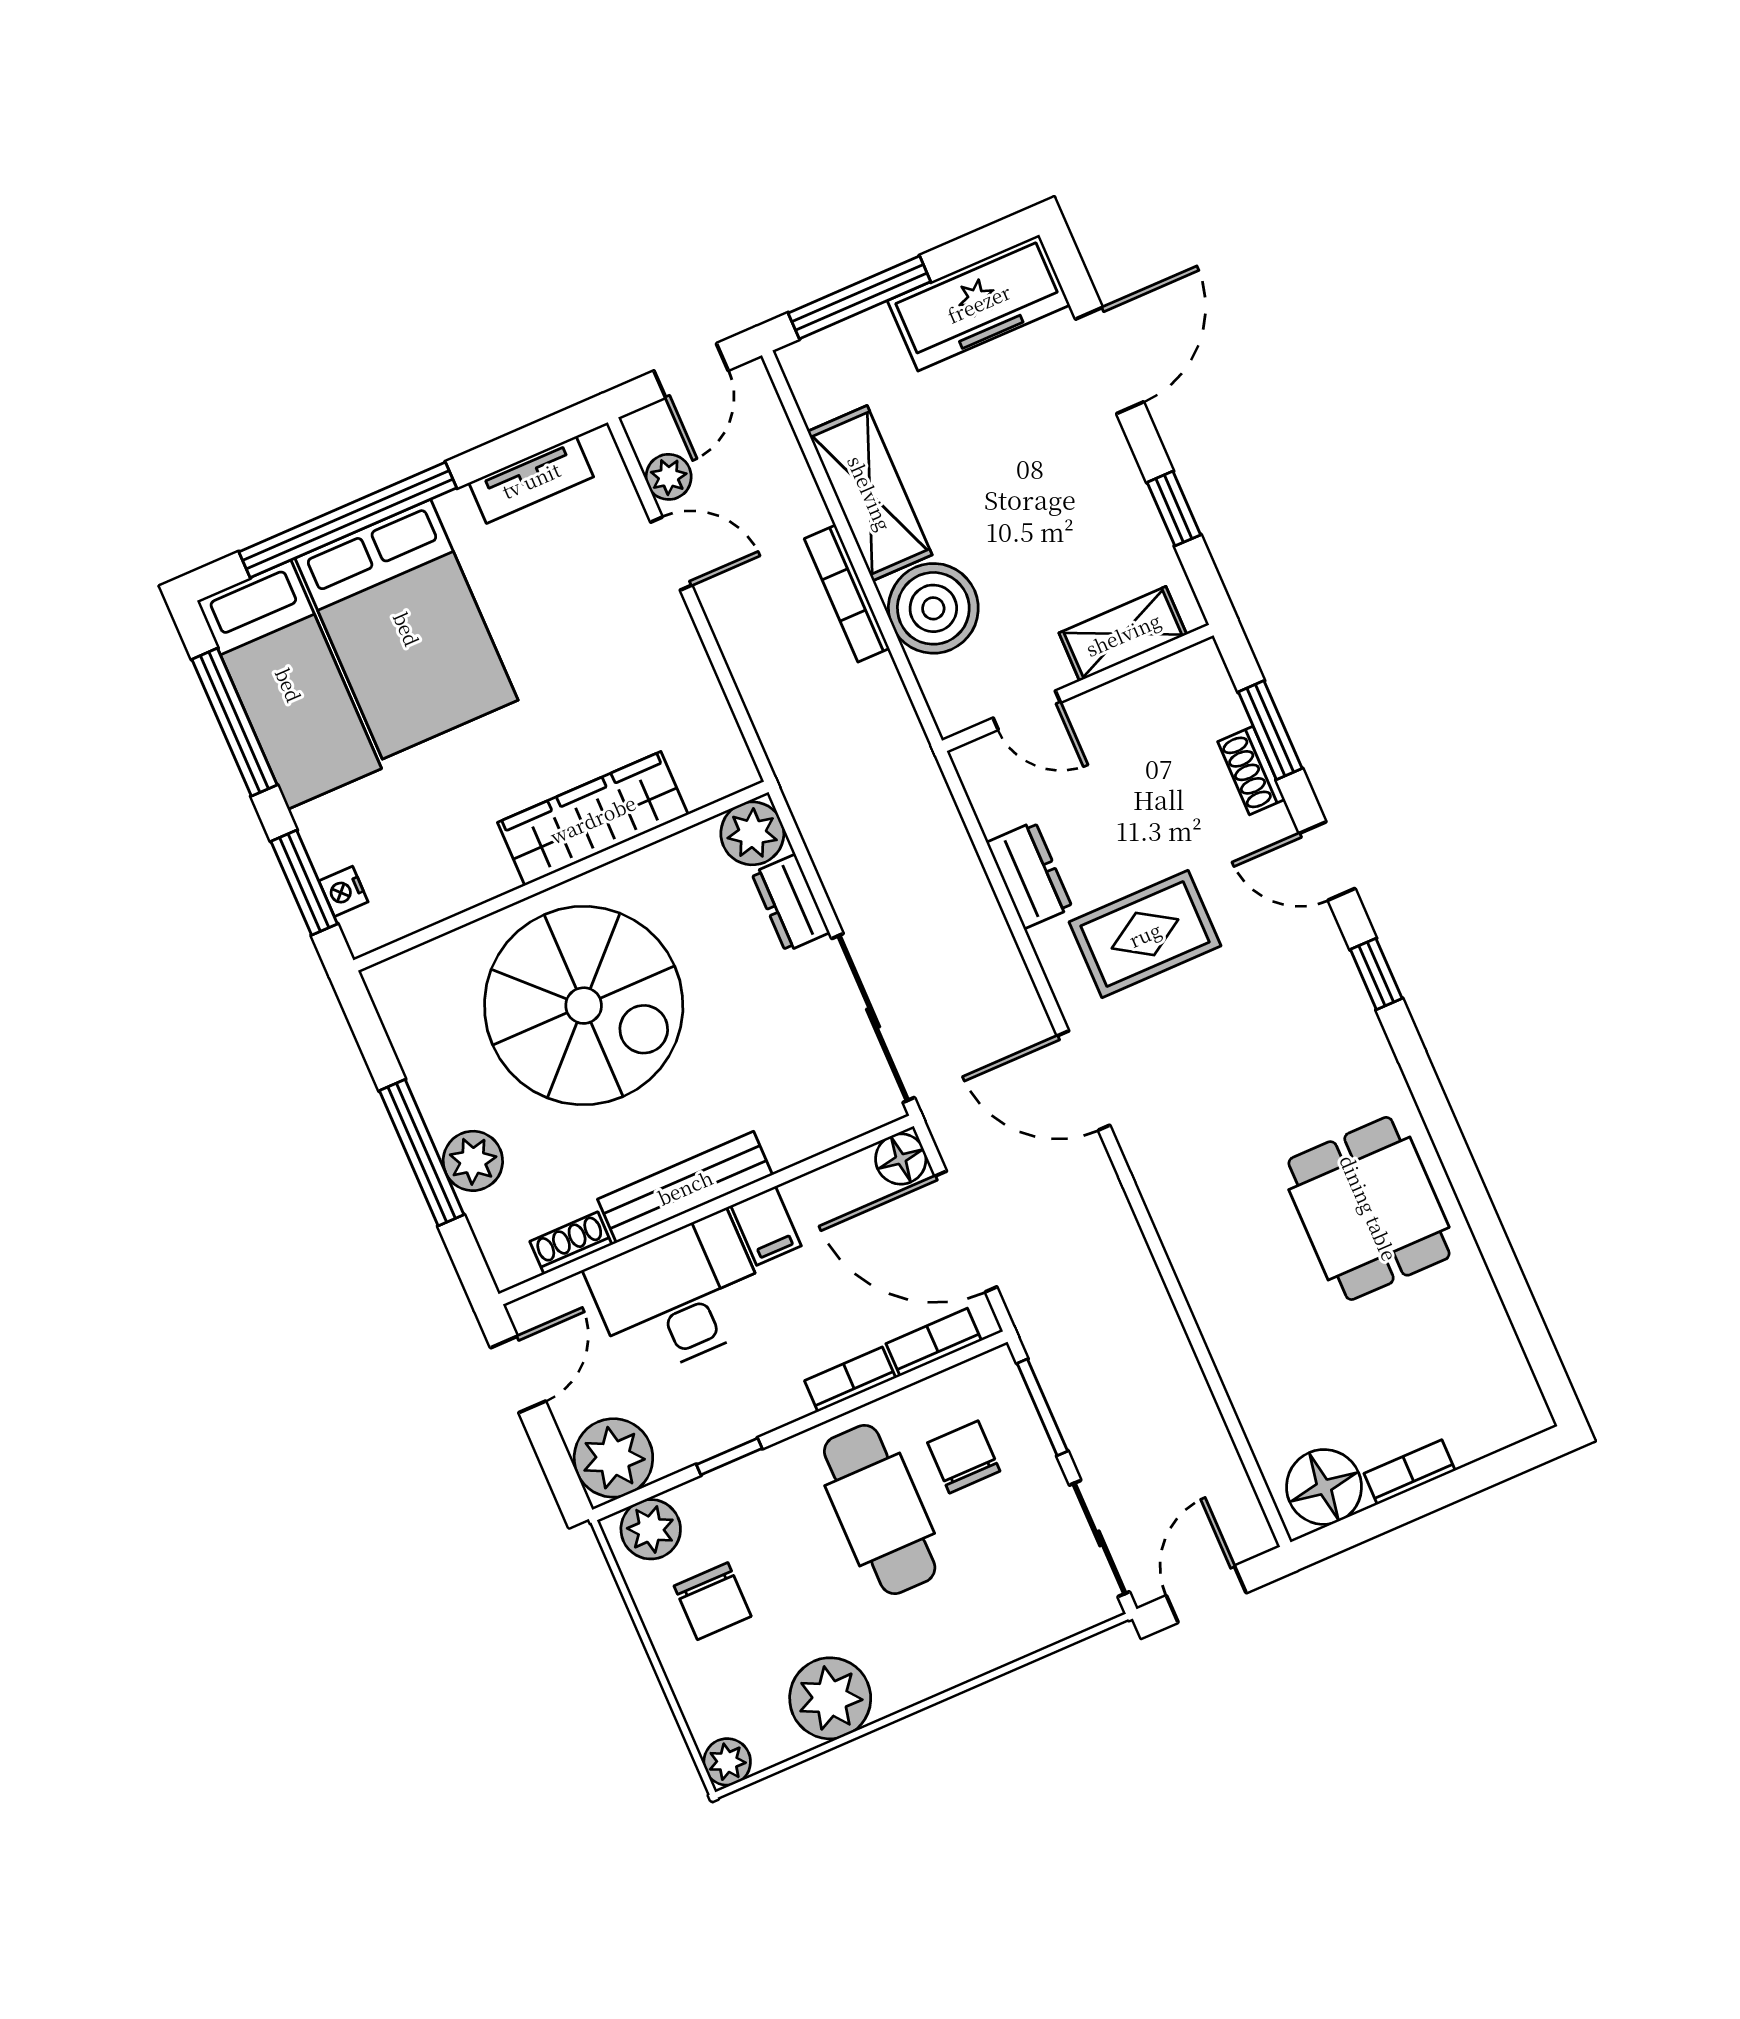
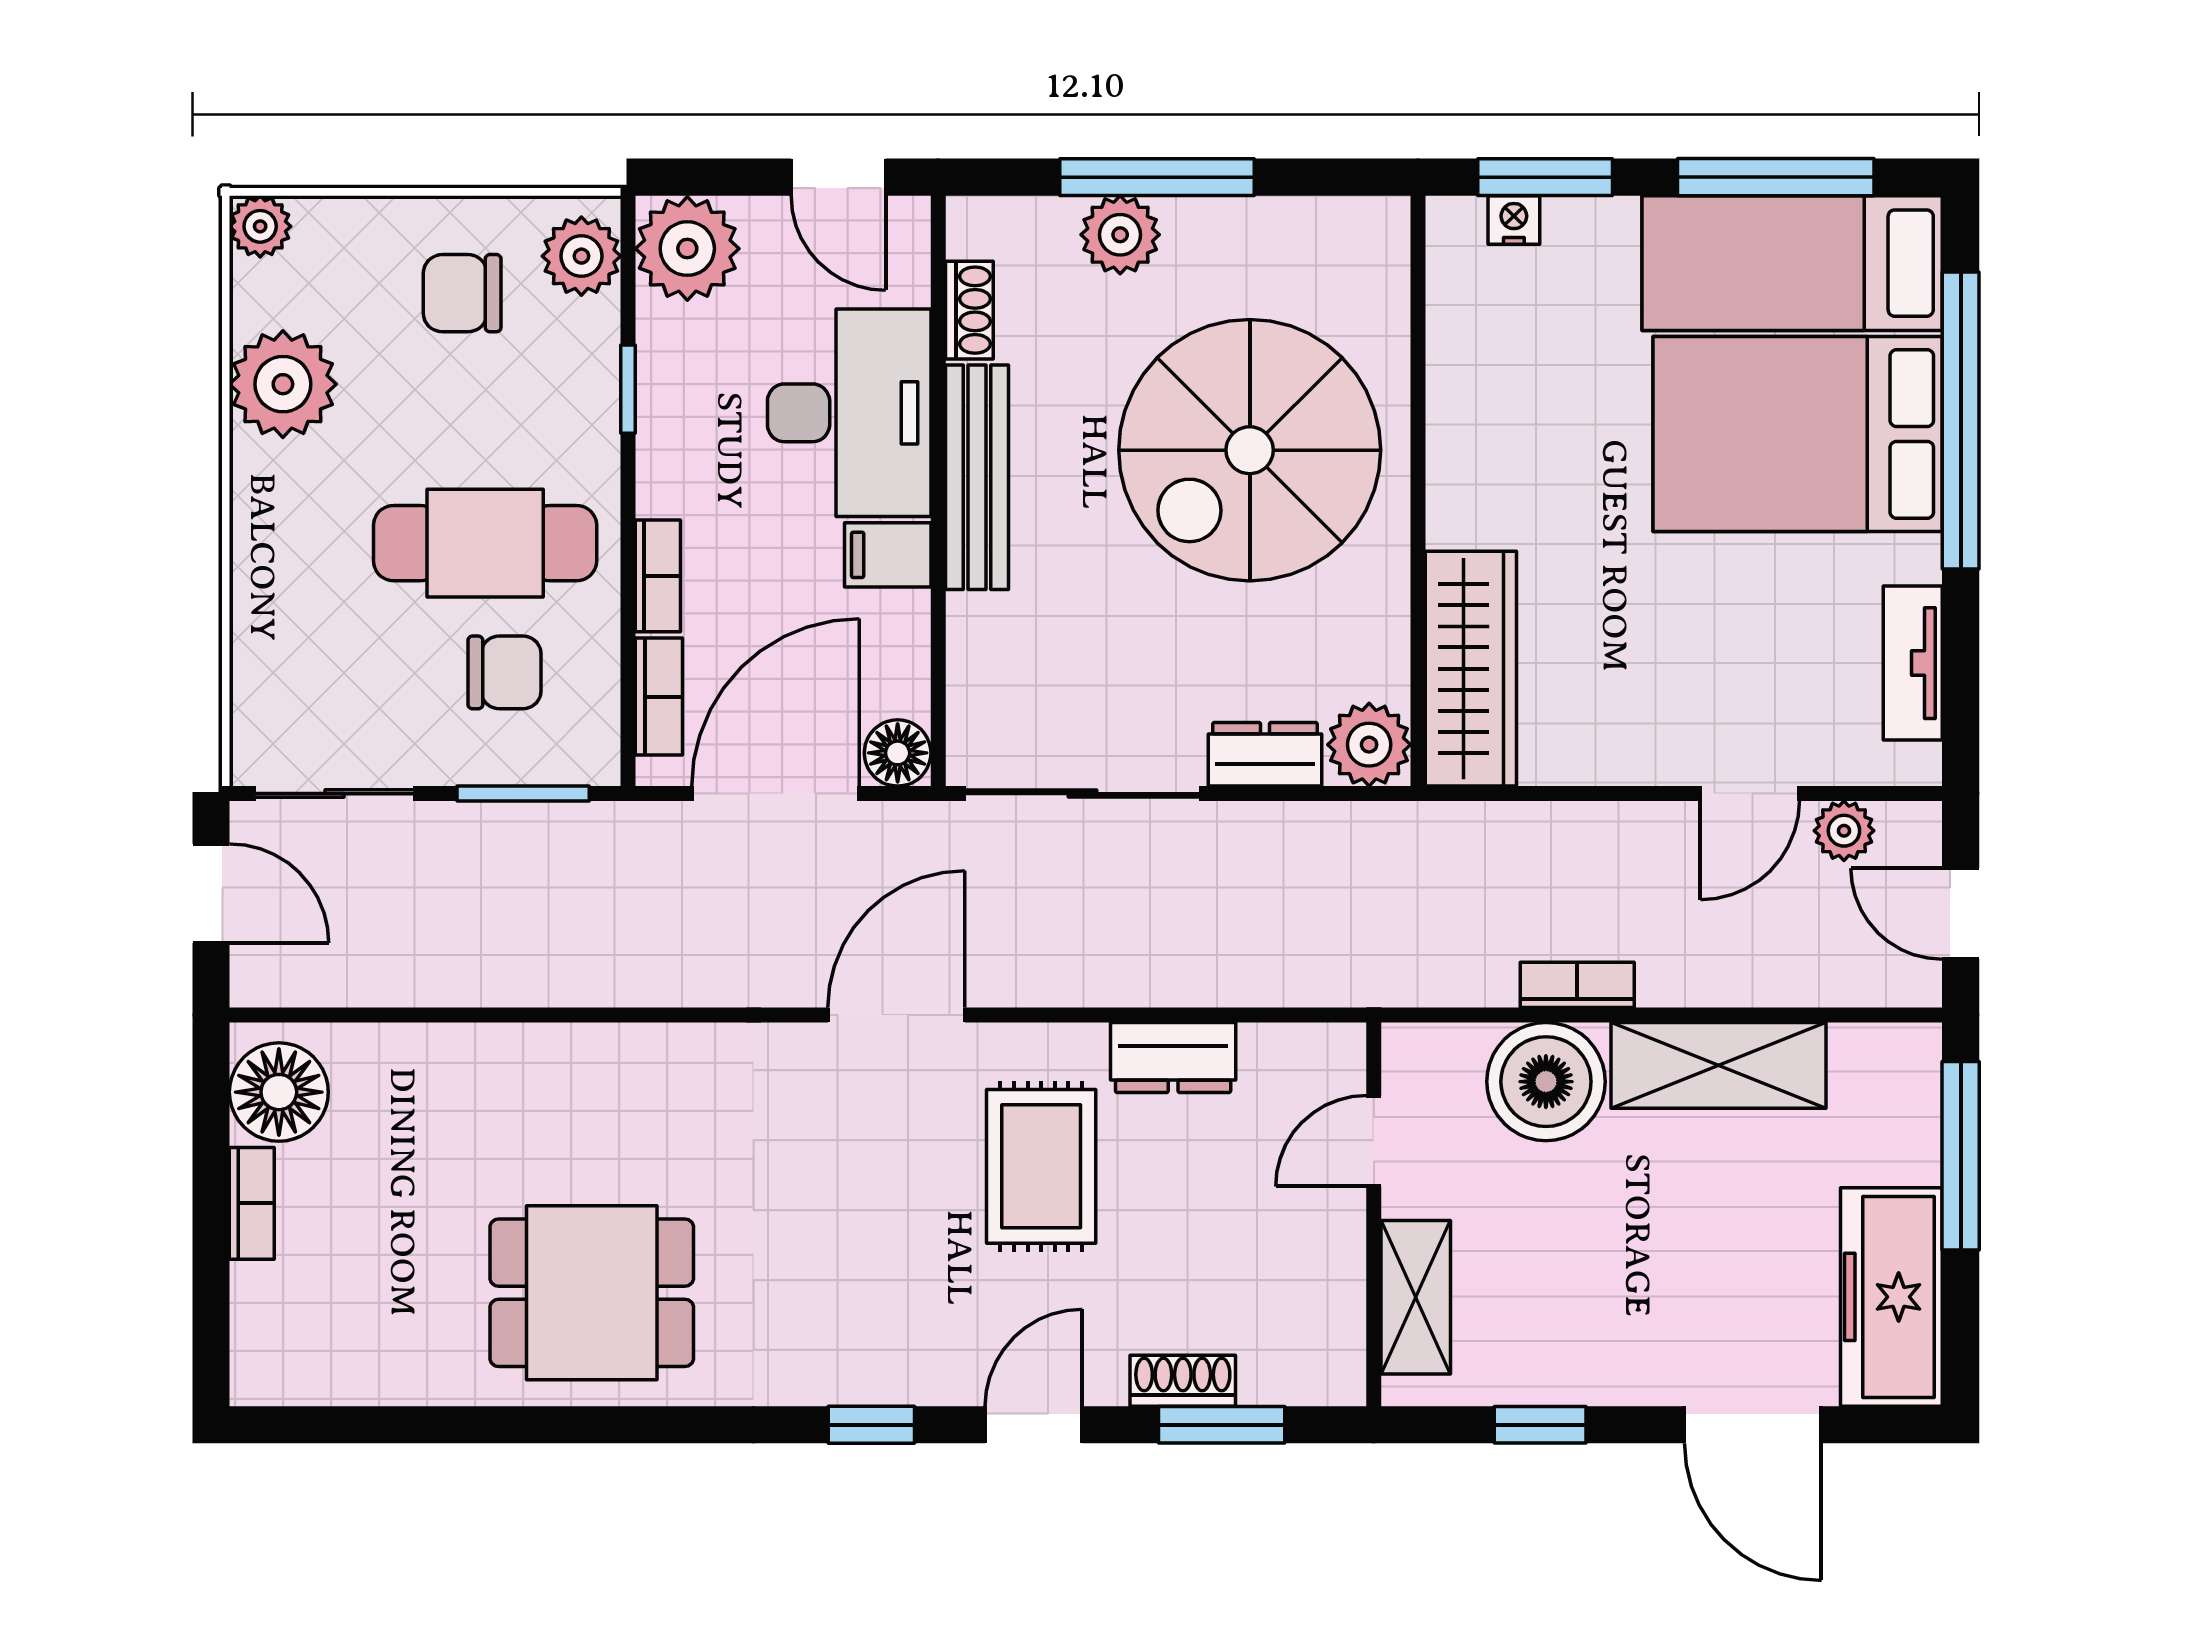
bookcase: (847, 594) -> (1577, 985), width x0.64
wardrobe: (593, 819) -> (1471, 669), moved

